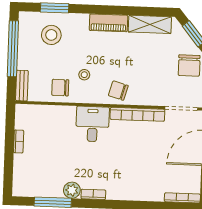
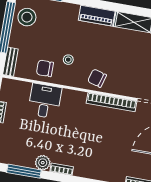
stool: (51, 35) -> (27, 17), moved
desk: (92, 124) -> (45, 101), moved

